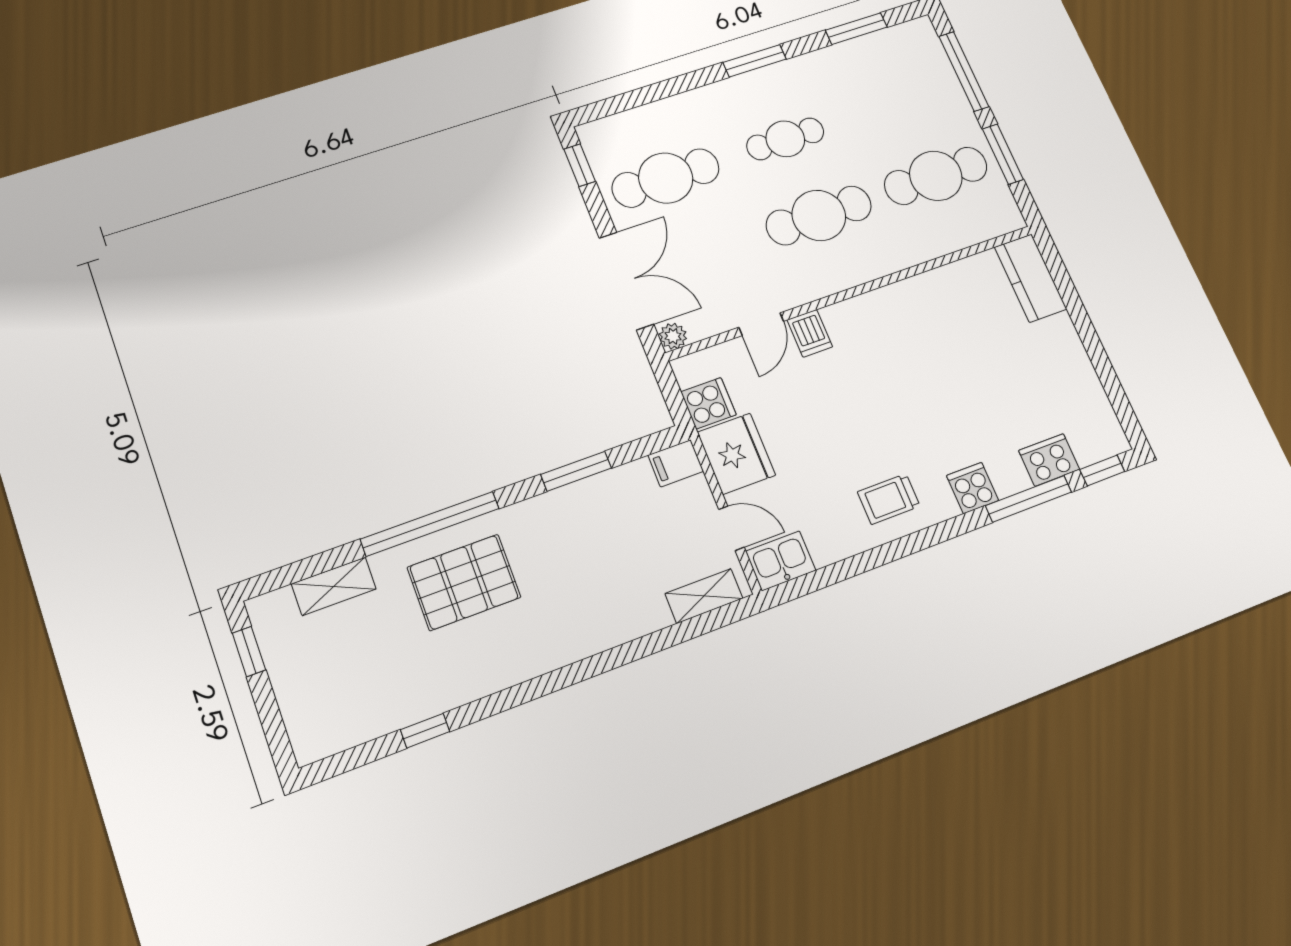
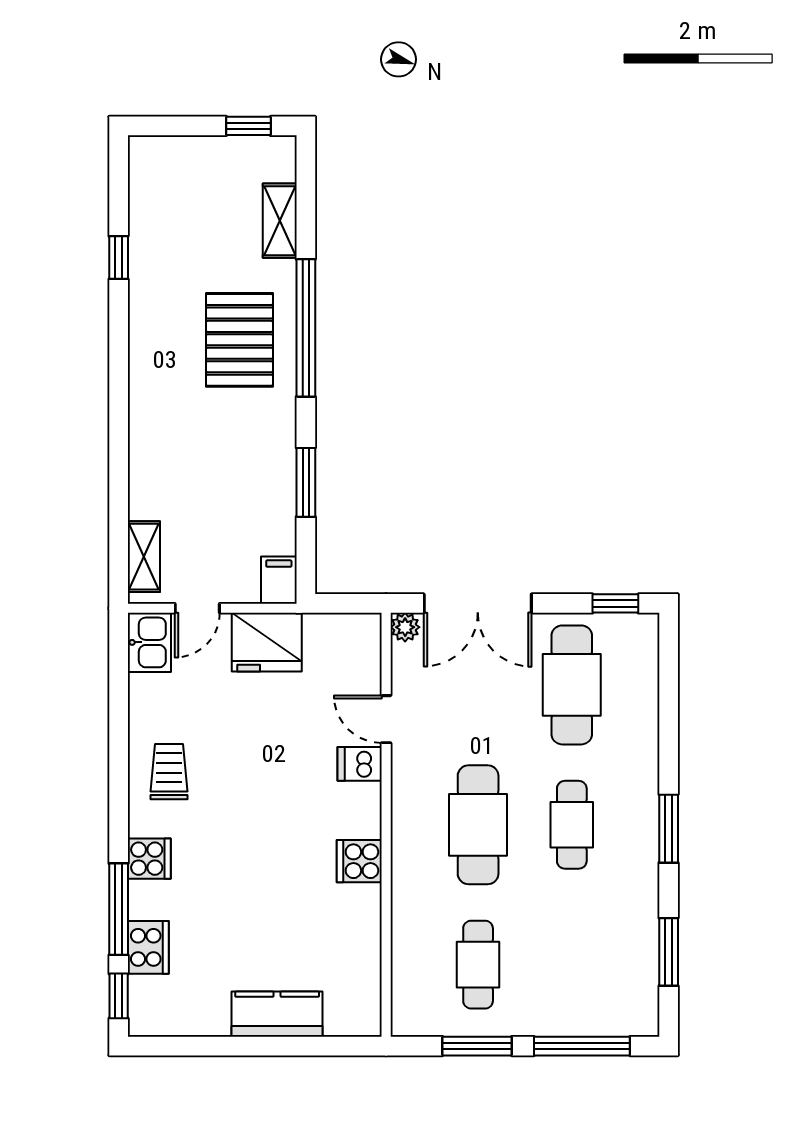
cafe table: (936, 176) -> (478, 965), width x0.73, depth x0.74
kitchen counter: (1031, 278) -> (277, 1014), moved
cooker: (708, 403) -> (359, 861), moved, turned 90

